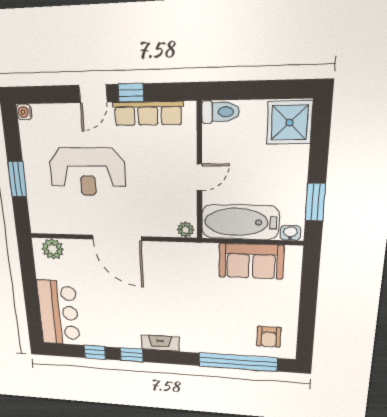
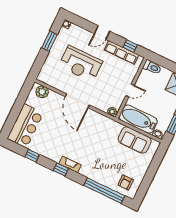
window: (131, 93) -> (130, 46), moved
window: (17, 179) -> (49, 41), moved
window: (132, 355) -> (61, 170), moved

